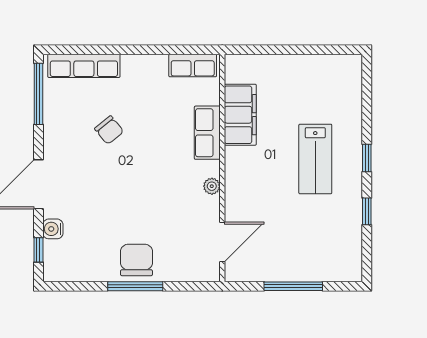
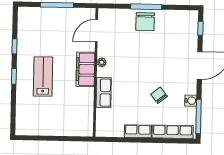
row of seats: (193, 66) -> (138, 131), moved
filing cabinet: (240, 115) -> (85, 69), moved
water cooler: (53, 229) -> (191, 101), moved

